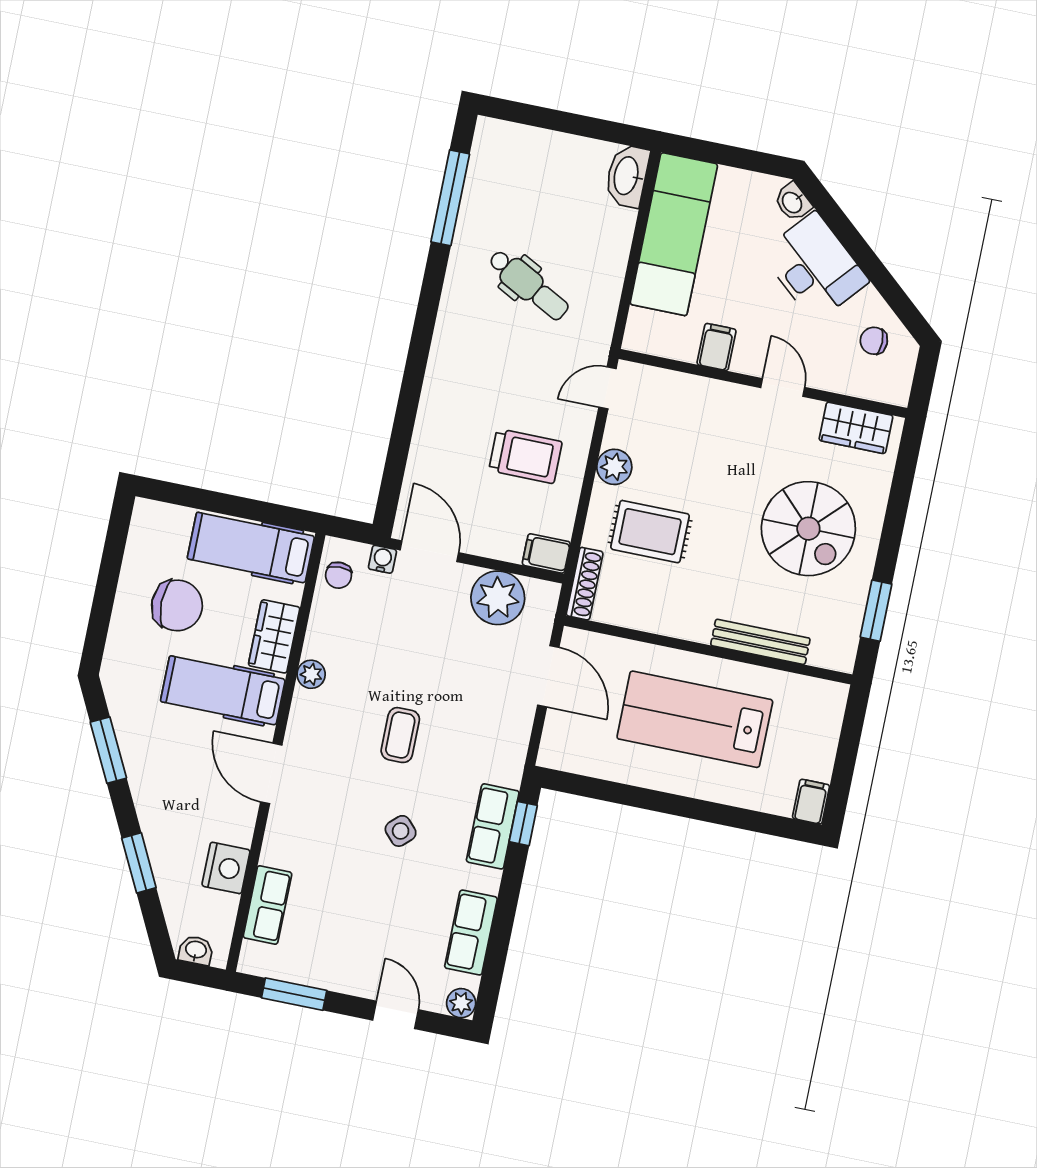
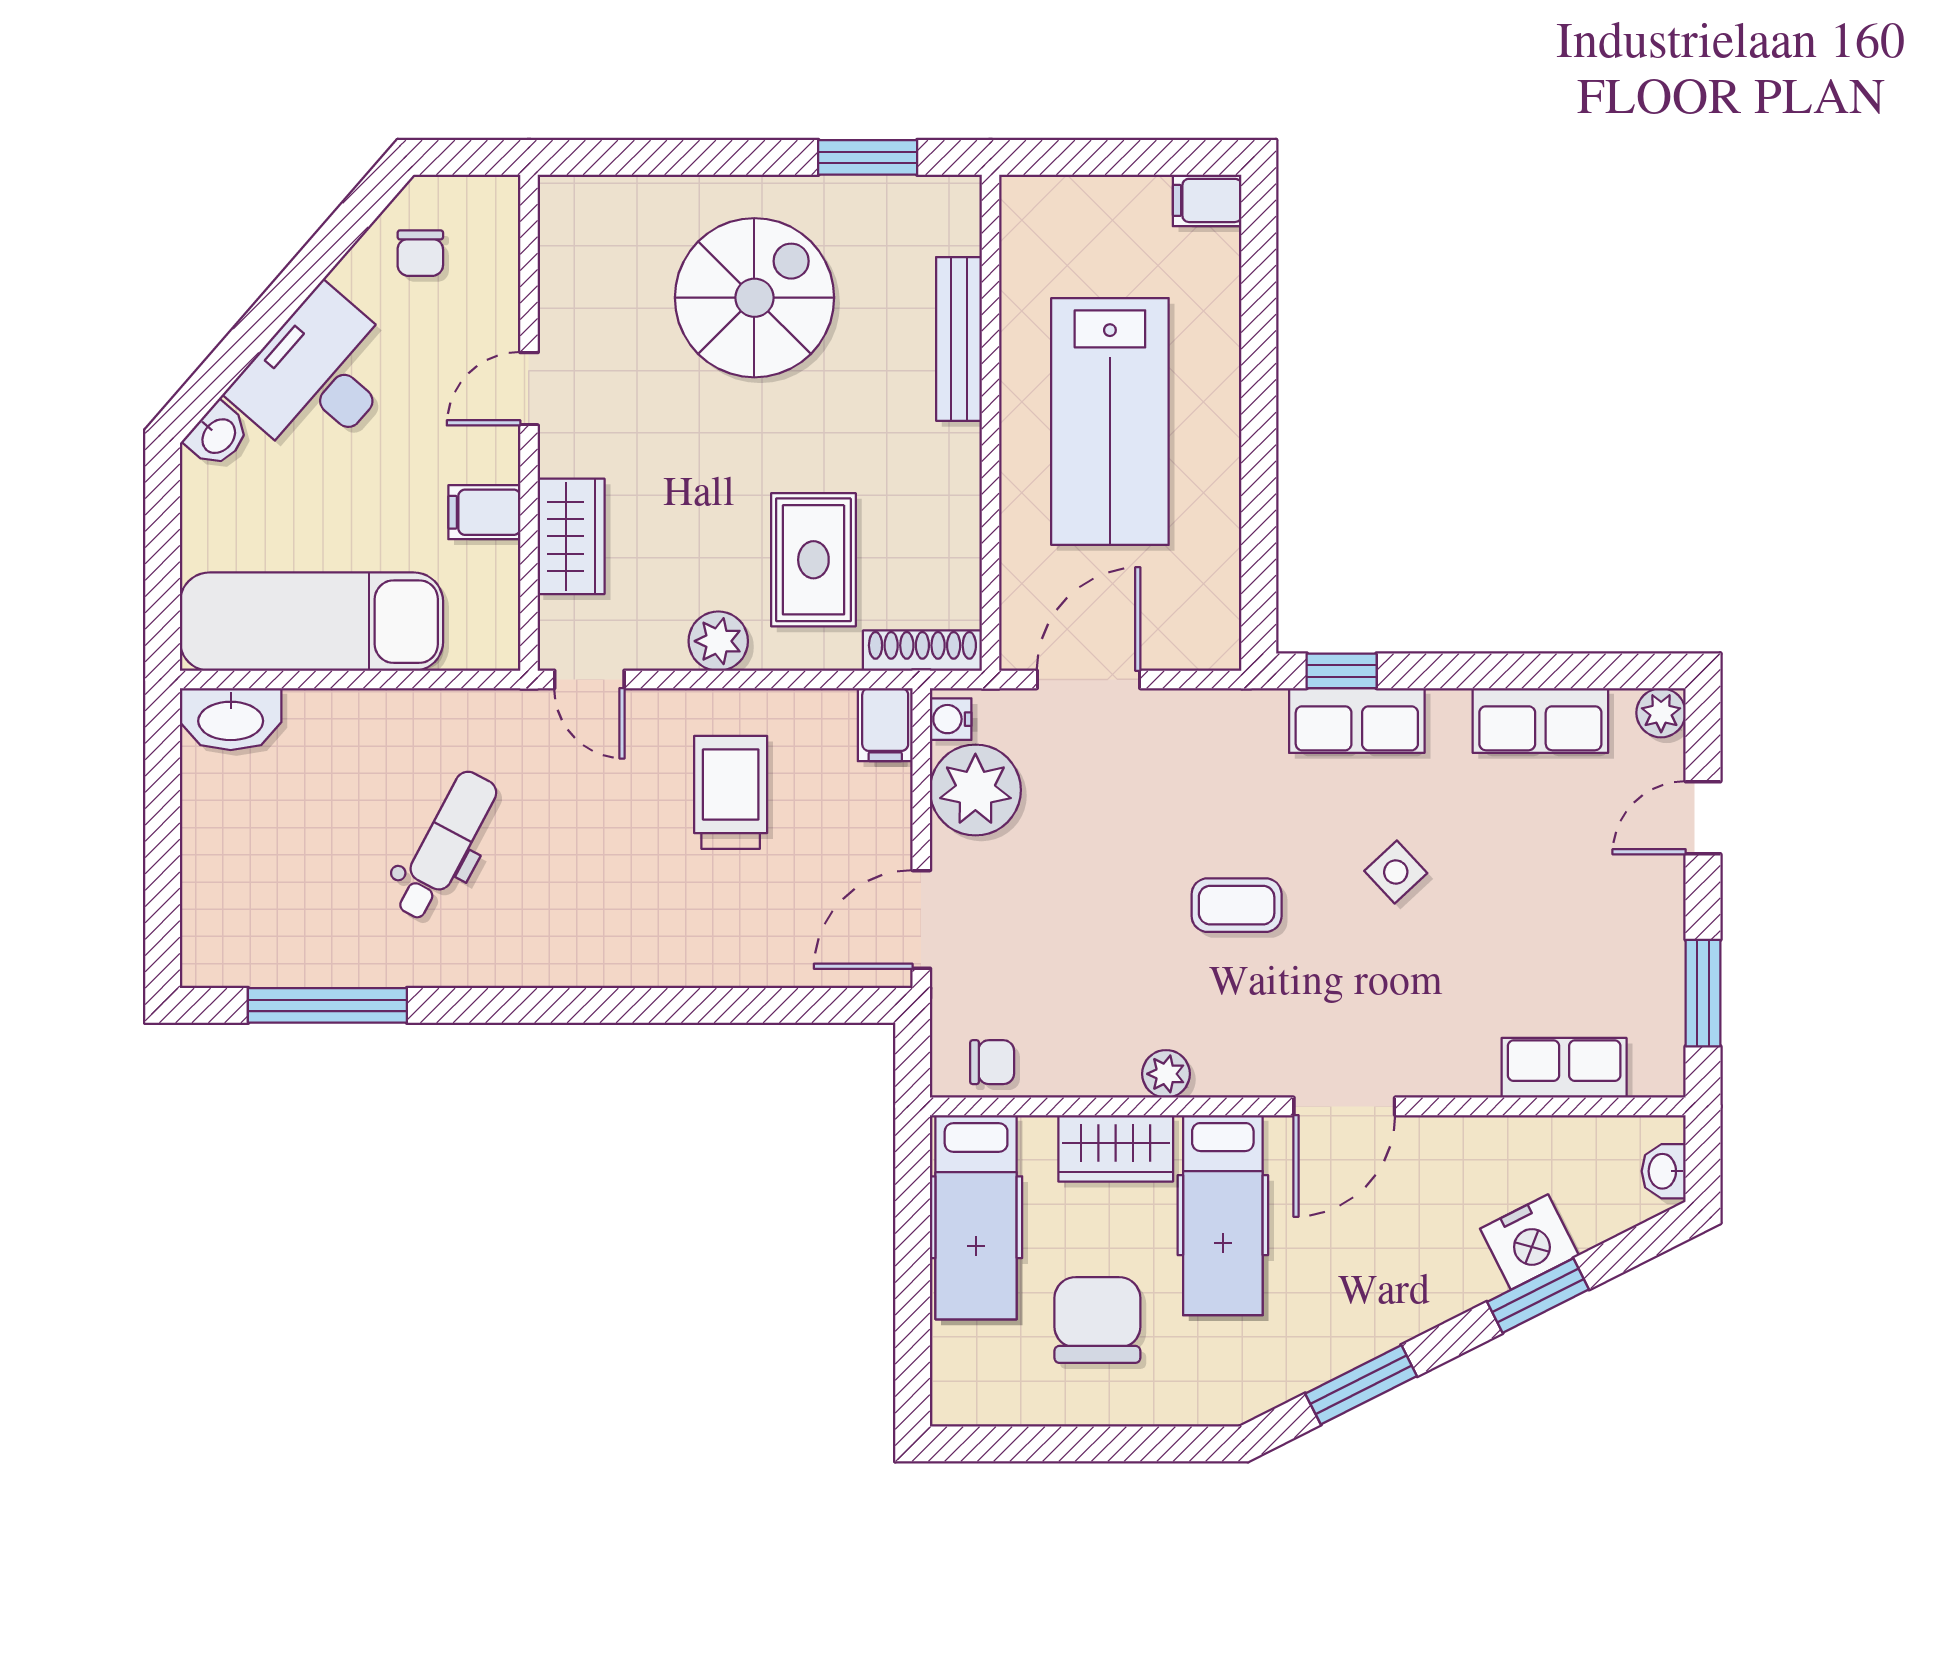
wardrobe: (856, 428) -> (571, 536), moved
water cooler: (382, 559) -> (951, 719), moved
nightstand: (226, 868) -> (1529, 1242), moved, turned 153

